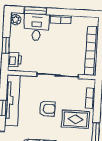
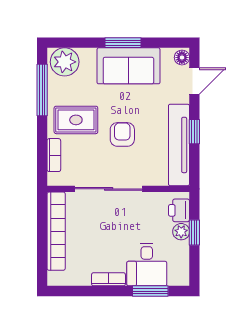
plant: (16, 20) -> (181, 232), moved
armchair: (47, 109) -> (122, 134), turned 90

